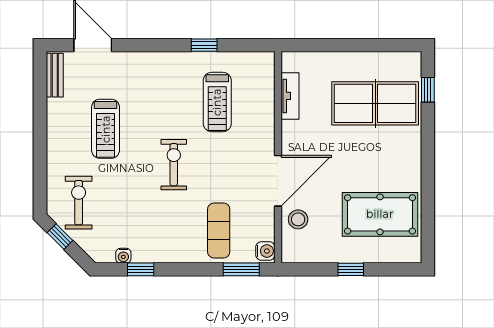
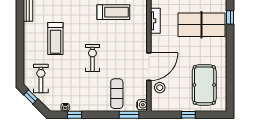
treadmill: (217, 102) -> (113, 12), moved, turned -90
pool table: (380, 214) -> (204, 85), turned 90

